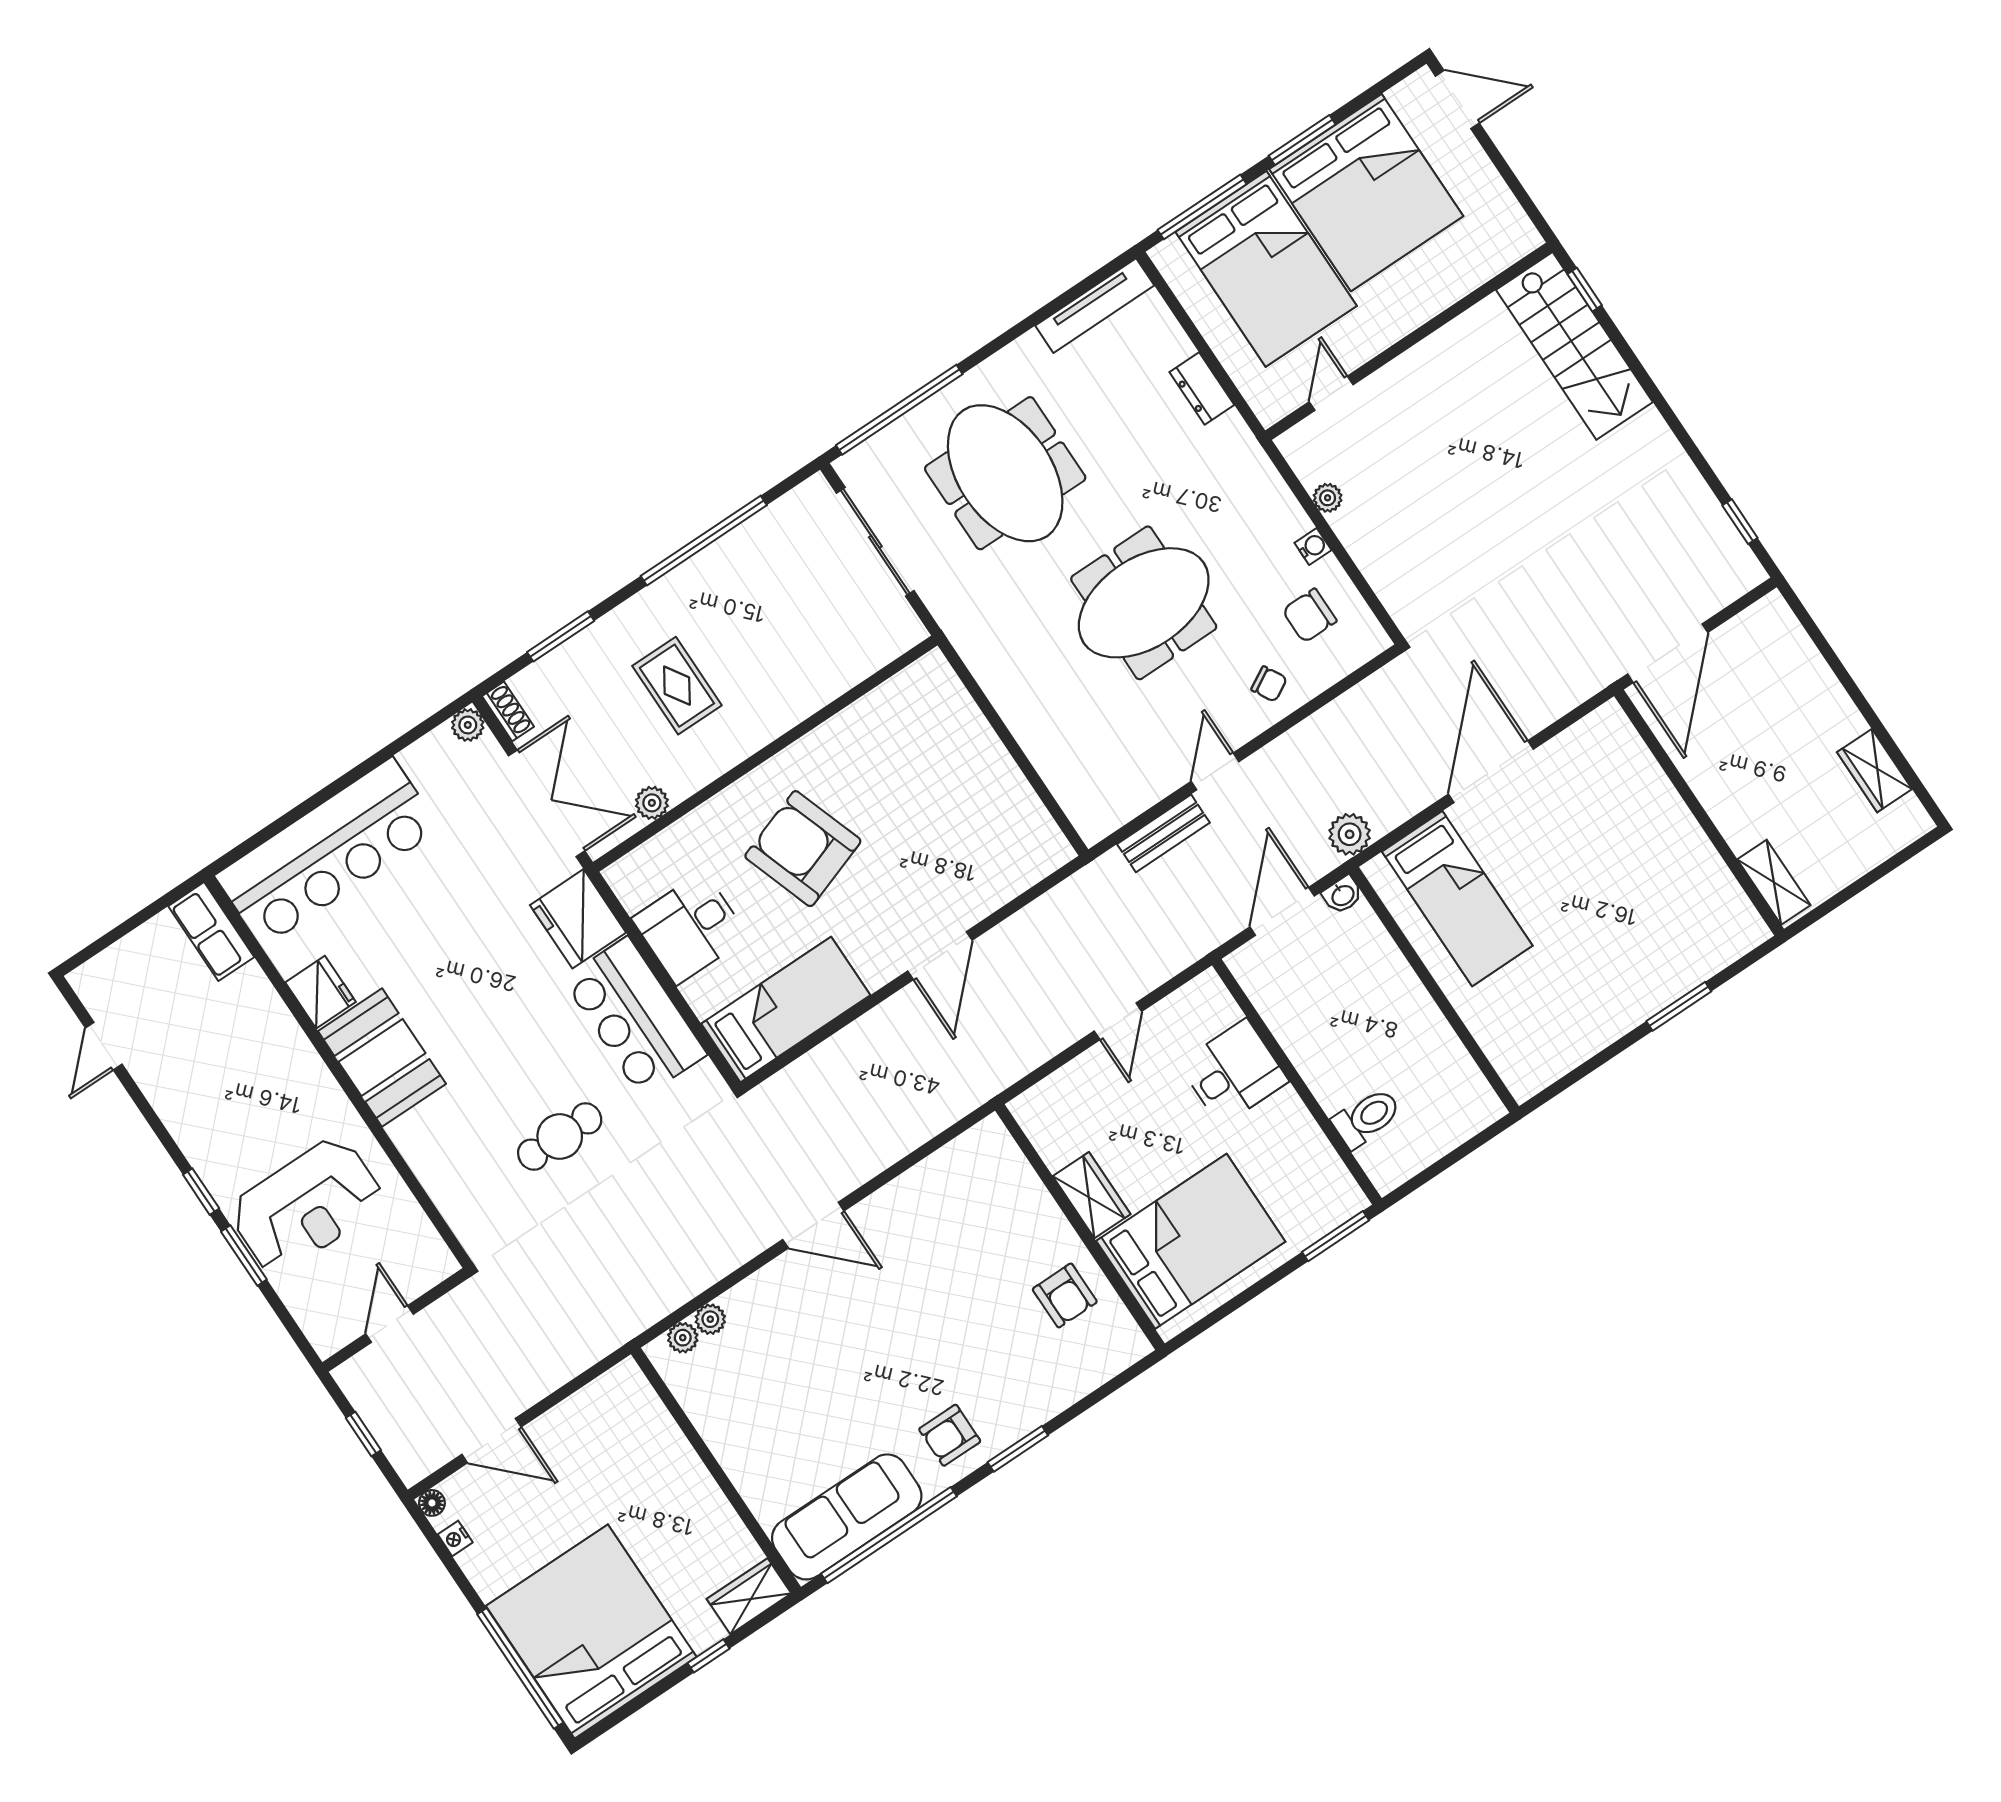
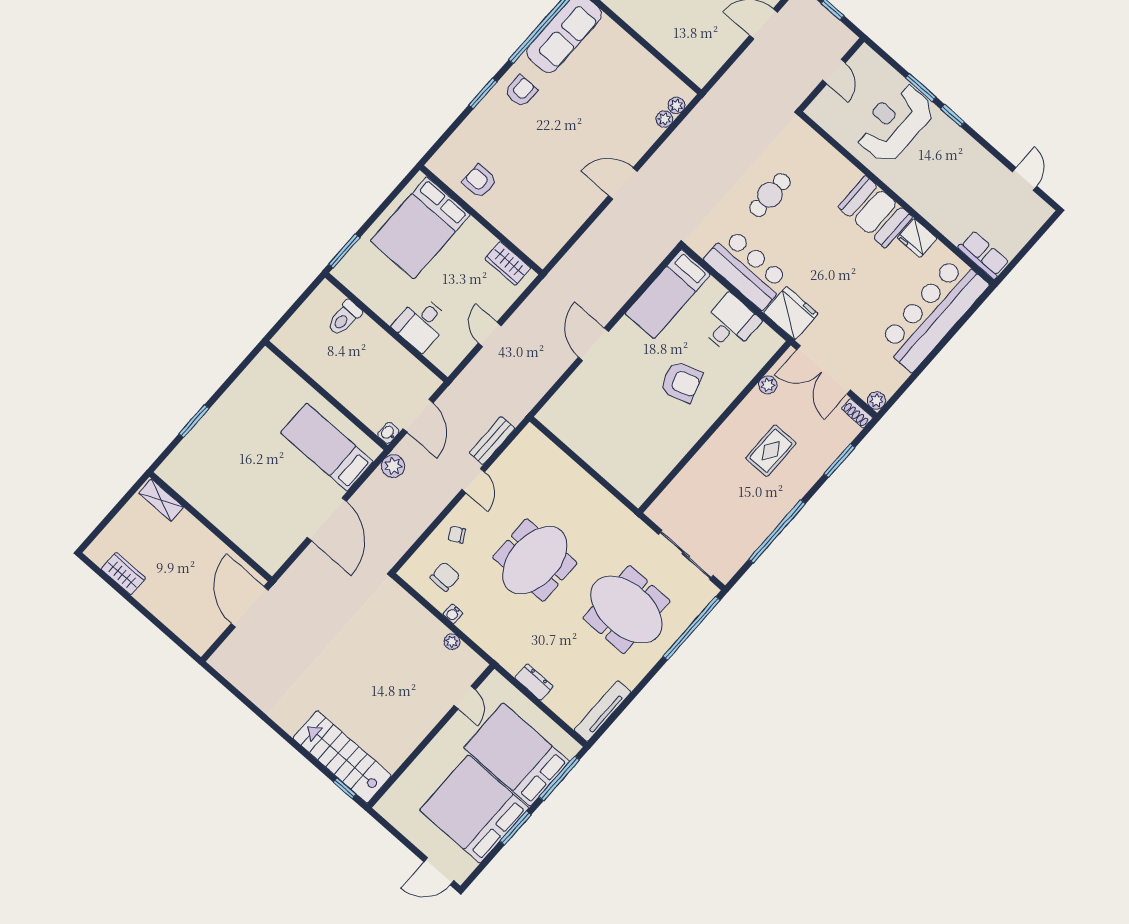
window: (1740, 522) -> (230, 687), removed
rug: (677, 686) -> (771, 451), turned 90
armchair: (803, 849) -> (681, 382), width x0.73, depth x0.73
wardrobe: (1092, 1195) -> (508, 263), moved

